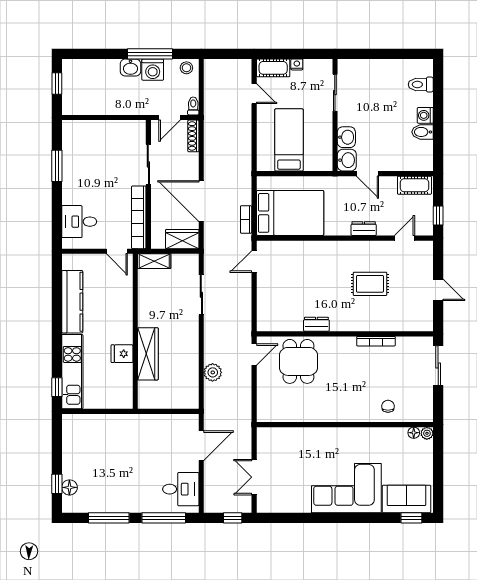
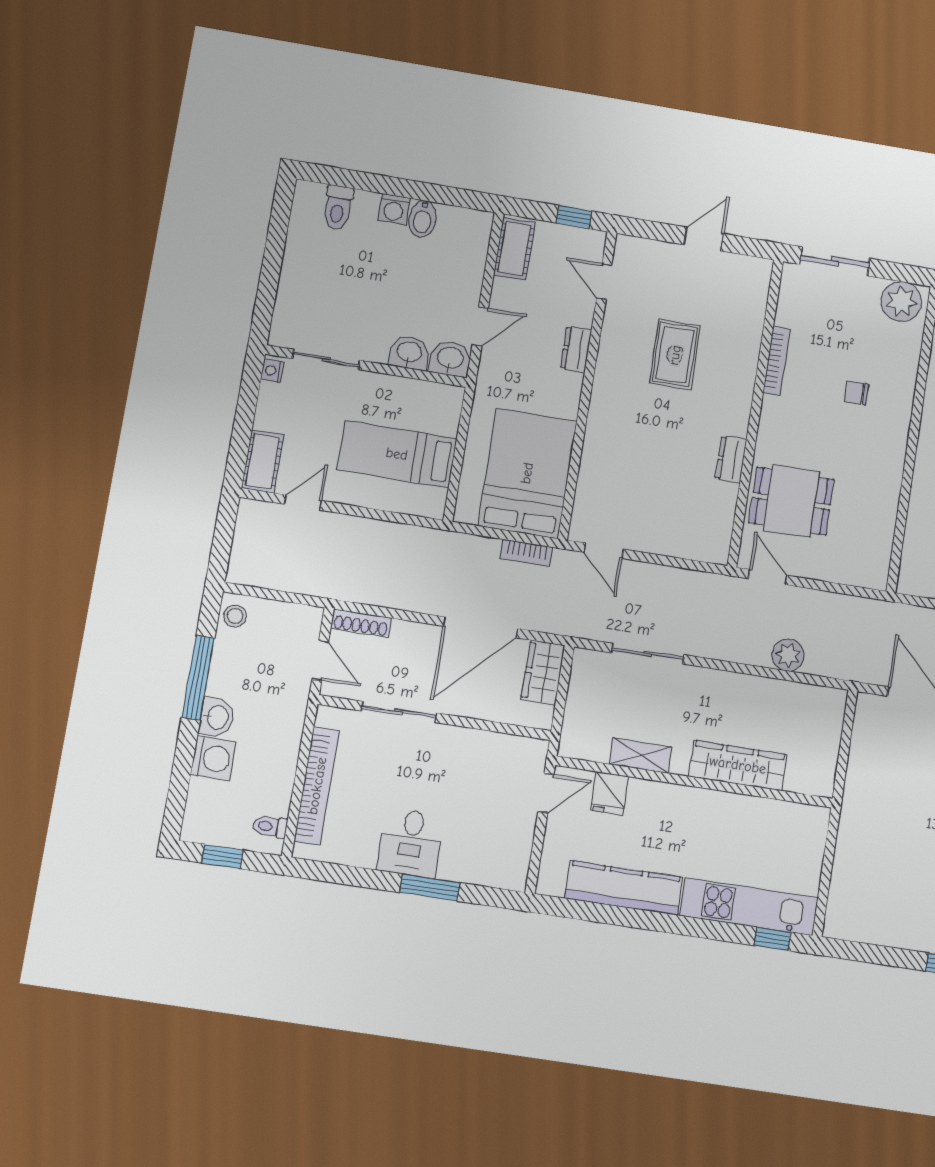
nightstand: (297, 64) -> (272, 371), moved
washing machine: (153, 70) -> (213, 758), moved
toilet: (193, 106) -> (270, 827), moved
window: (57, 166) -> (430, 888), moved
bookcase: (139, 217) -> (317, 786), moved, turned -90
desk: (79, 222) -> (411, 843), moved
shelving: (154, 261) -> (641, 755), moved, turned 90
fridge: (122, 354) -> (610, 793), moved
chair: (388, 406) -> (857, 393), moved
plant: (422, 407) -> (901, 302), added

